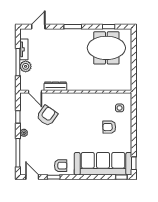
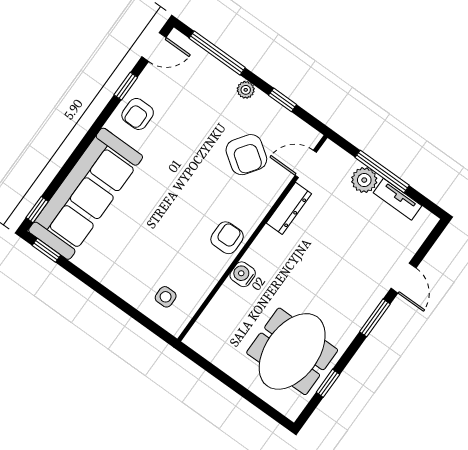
door: (38, 27) -> (404, 278), moved
water cooler: (91, 86) -> (243, 274), added
armchair: (109, 127) -> (227, 238), moved

